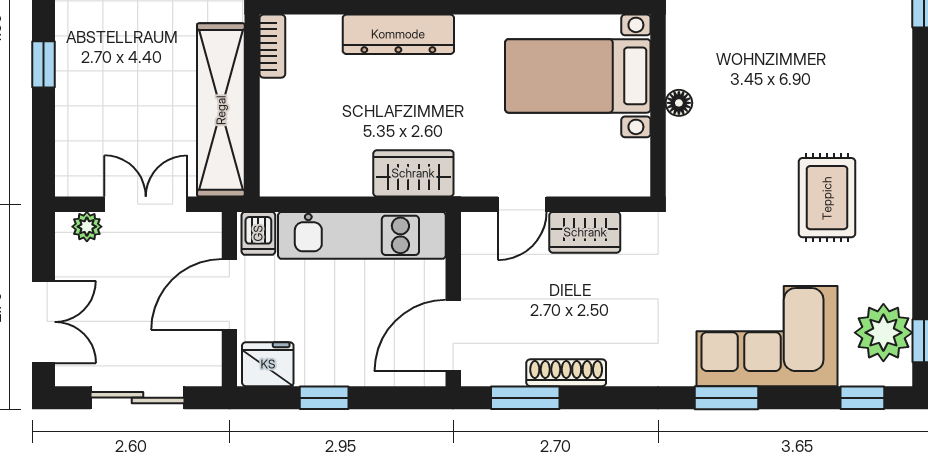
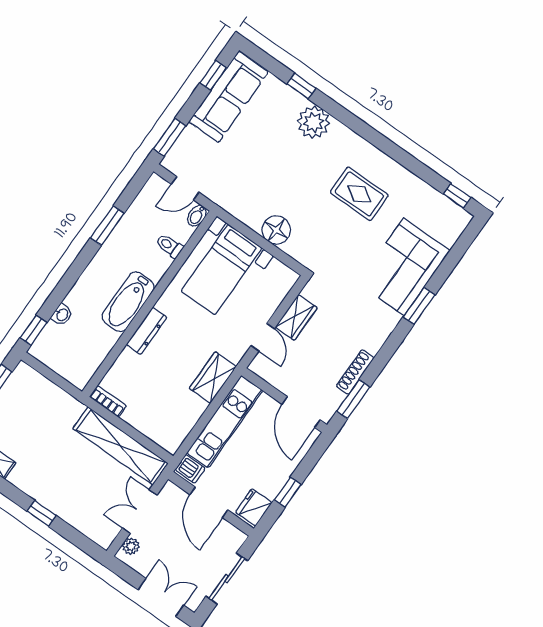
dresser: (398, 34) -> (147, 331), width x0.73, depth x0.80
floor lamp: (679, 103) -> (276, 230), width x1.89, depth x1.89
plant: (883, 333) -> (314, 122), moved
window: (862, 398) -> (464, 243), removed

